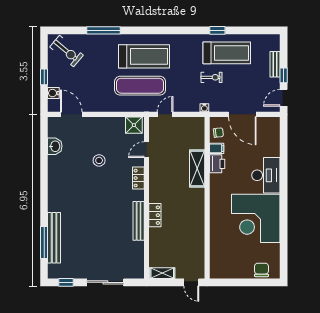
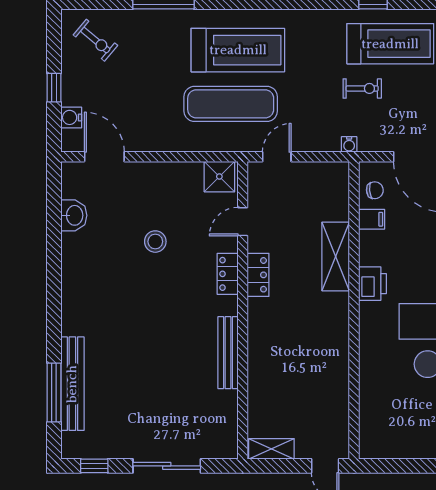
exercise bike: (67, 51) -> (95, 40), width x0.73, depth x0.72
printer: (217, 164) -> (372, 284), moved
locker: (155, 215) -> (258, 275), moved

